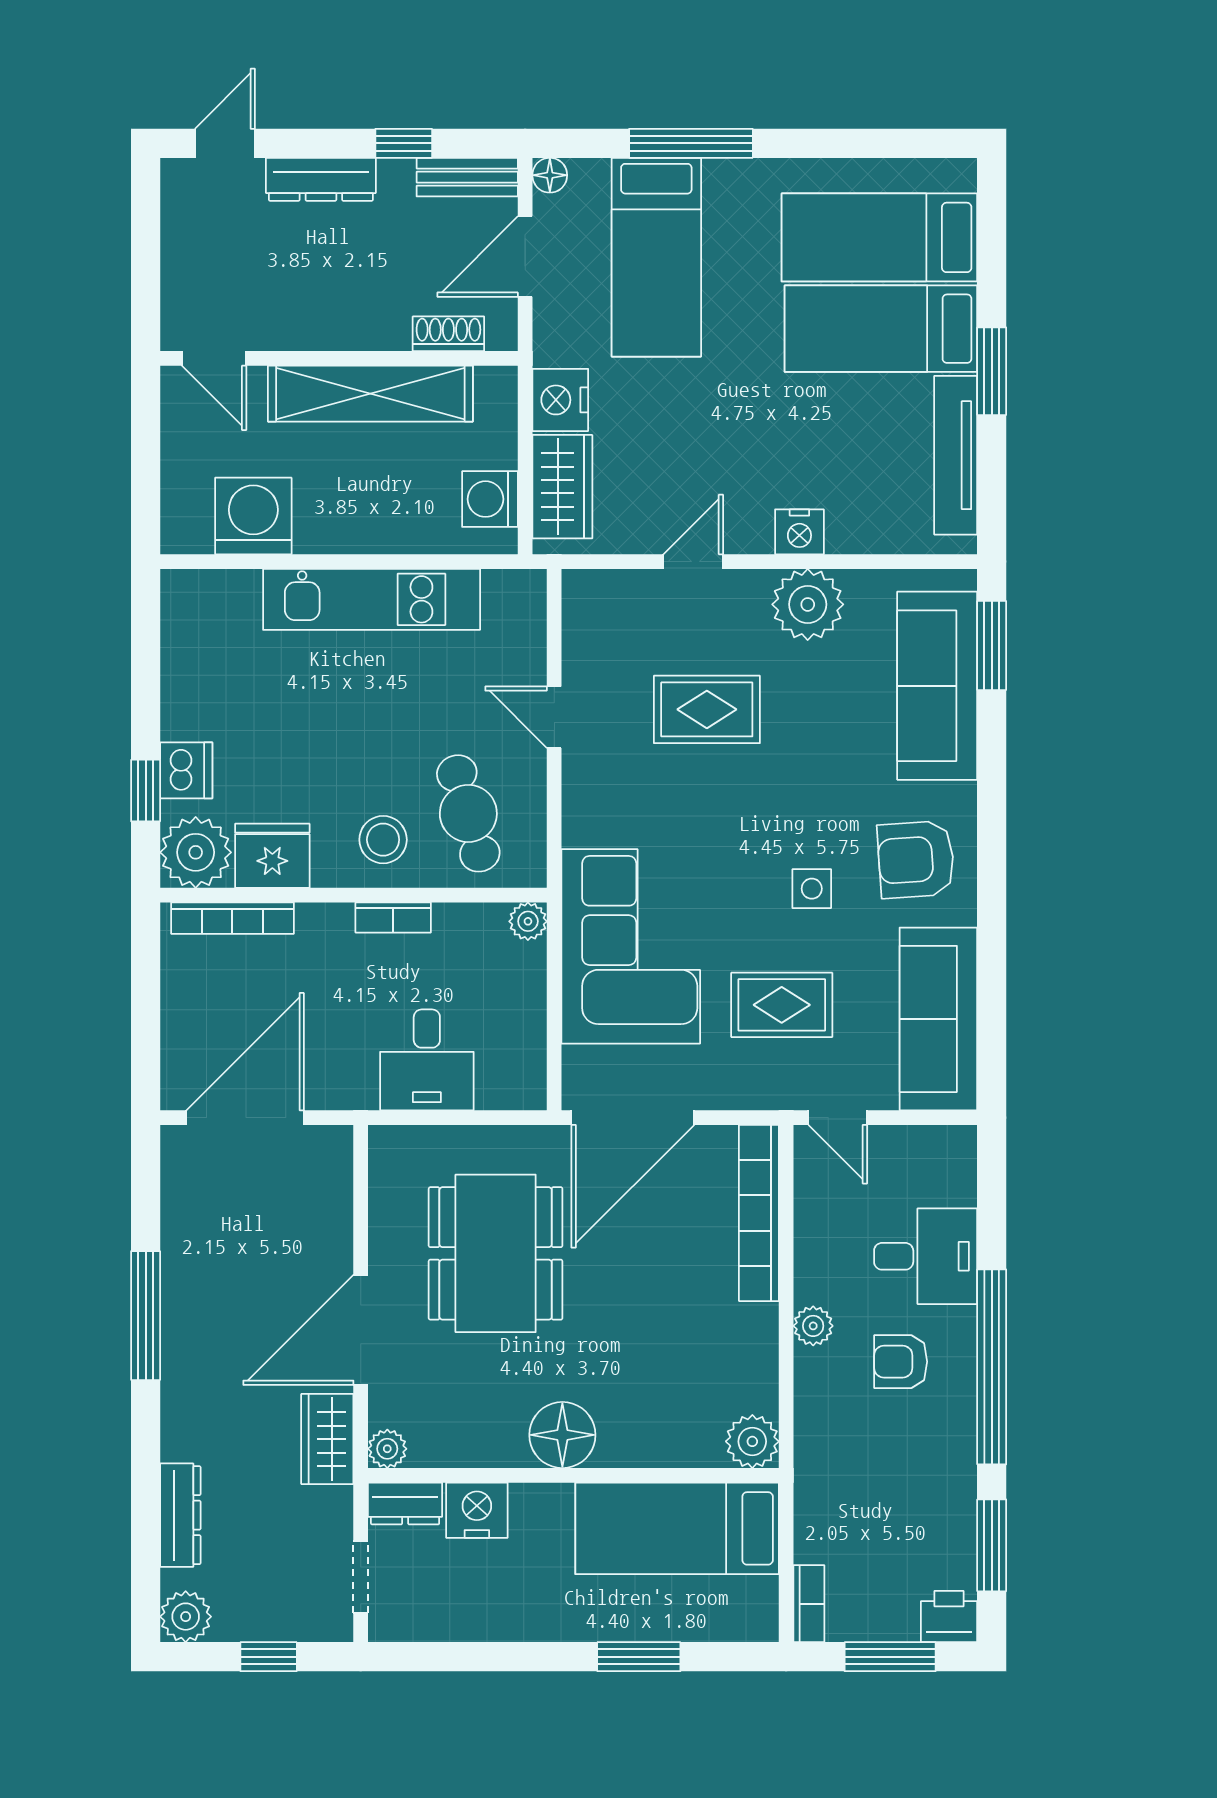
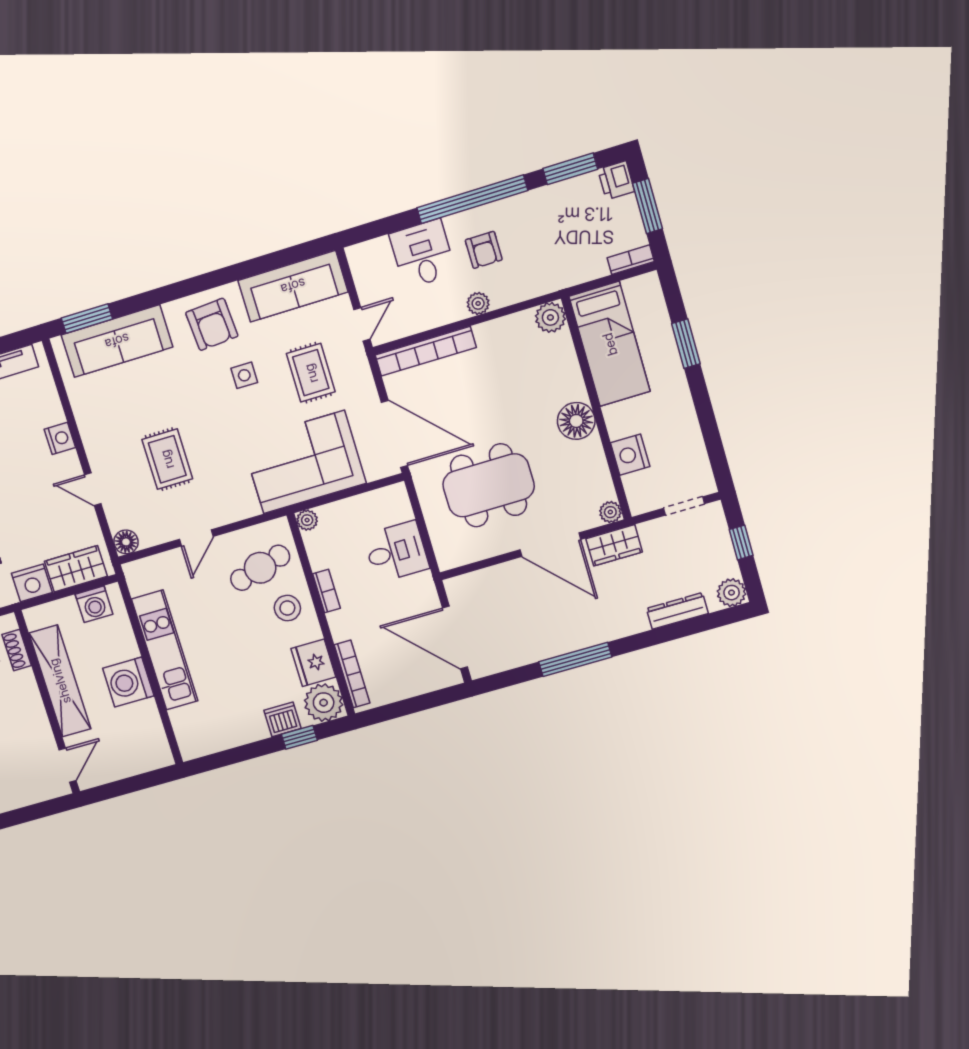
washing machine: (253, 516) -> (128, 682), moved
floor lamp: (583, 591) -> (126, 542), added
plant: (808, 604) -> (96, 423), removed
dresser: (405, 1503) -> (637, 494), removed

